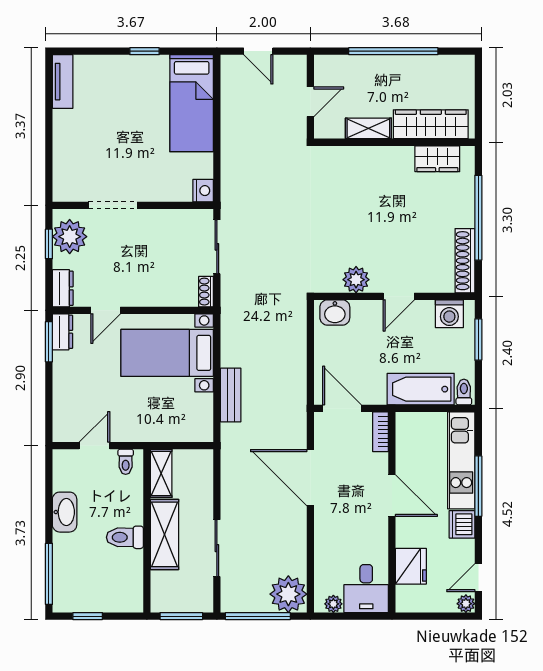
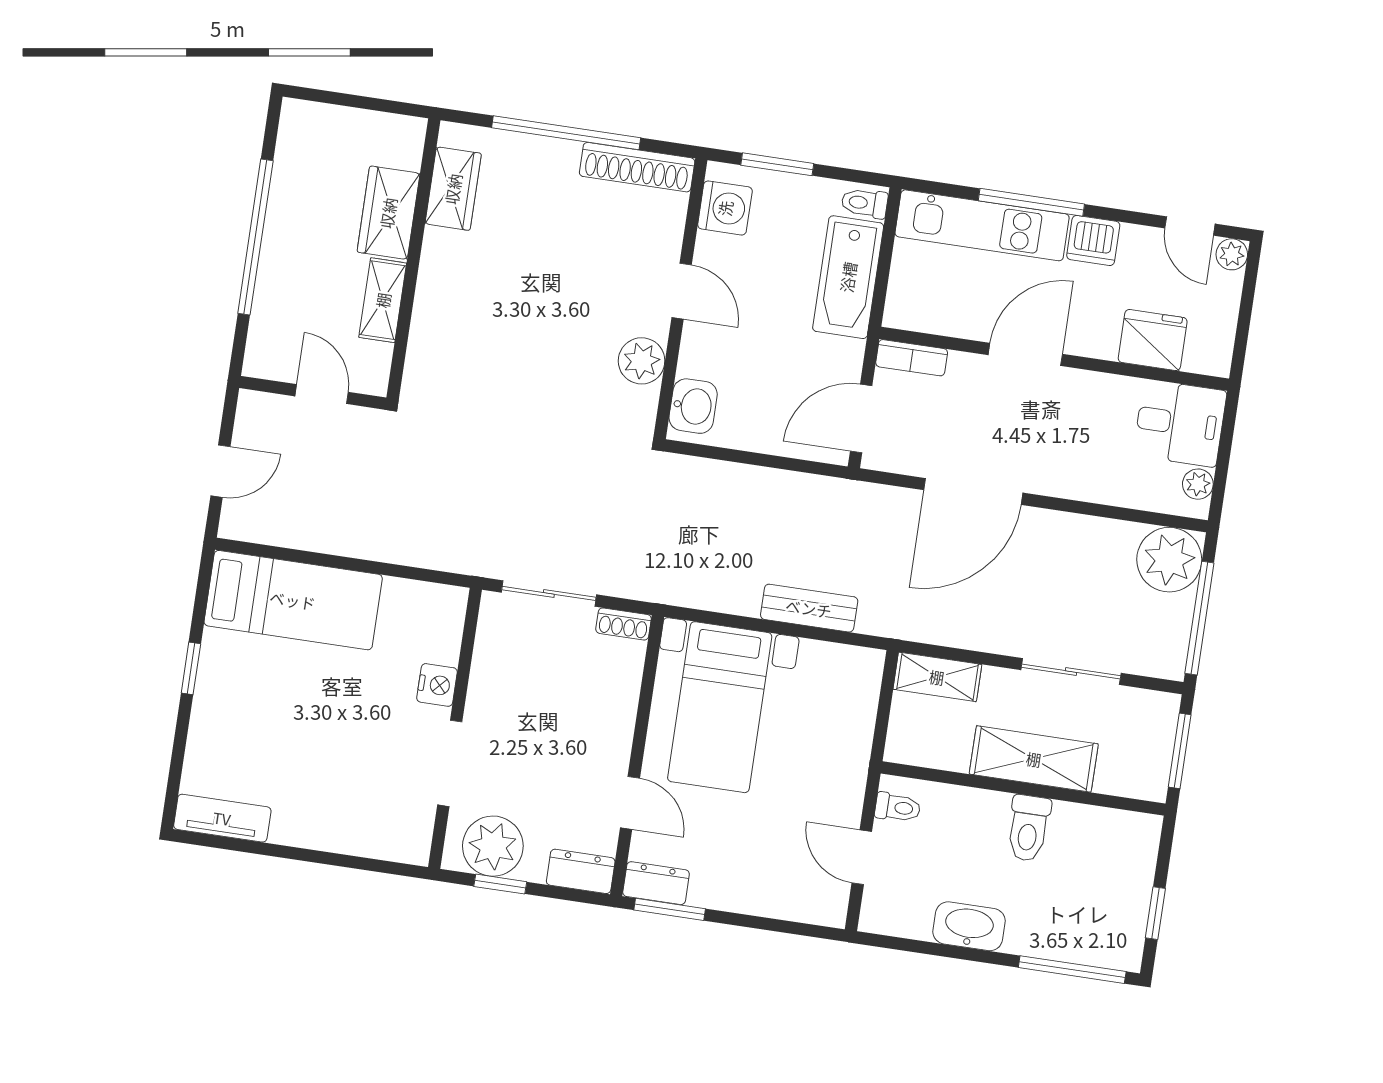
wardrobe: (431, 124) -> (388, 213), width x0.67
nightstand: (203, 191) -> (437, 685), moved, turned 90
shelving: (161, 473) -> (937, 677), moved

